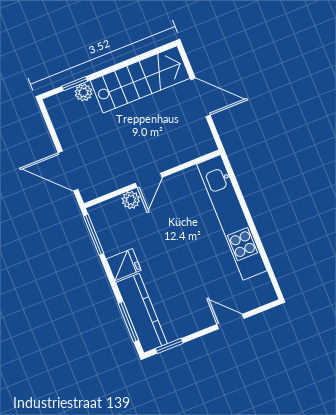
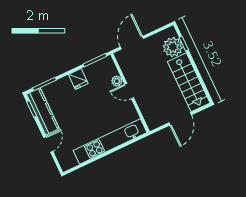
plant: (84, 92) -> (173, 47), width x1.88, depth x1.88
kitchen counter: (141, 313) -> (43, 111), moved, turned -90

